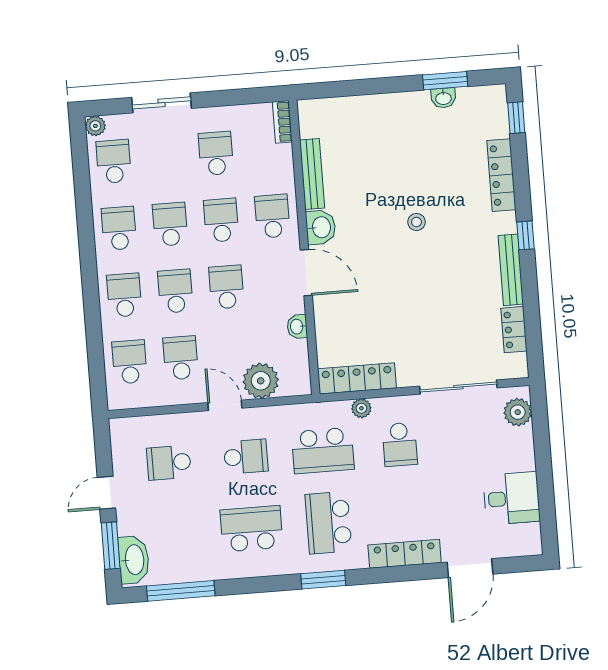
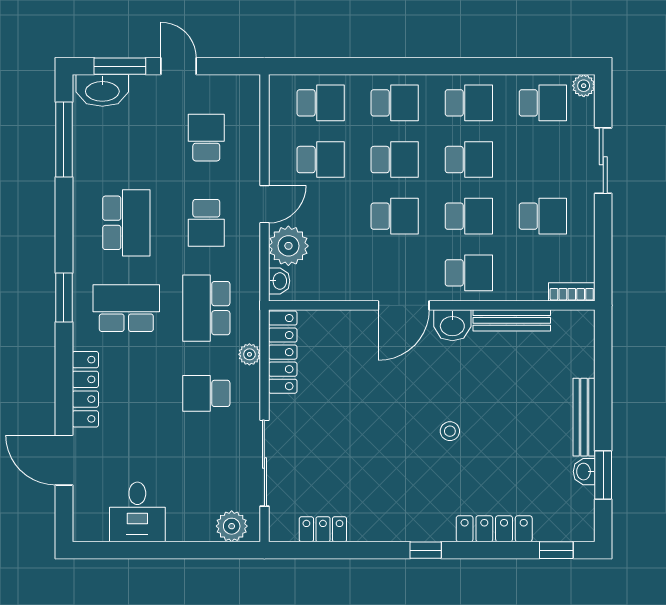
bench: (511, 270) -> (584, 417), moved, turned 90
washbasin: (297, 327) -> (279, 281), moved, turned 90

